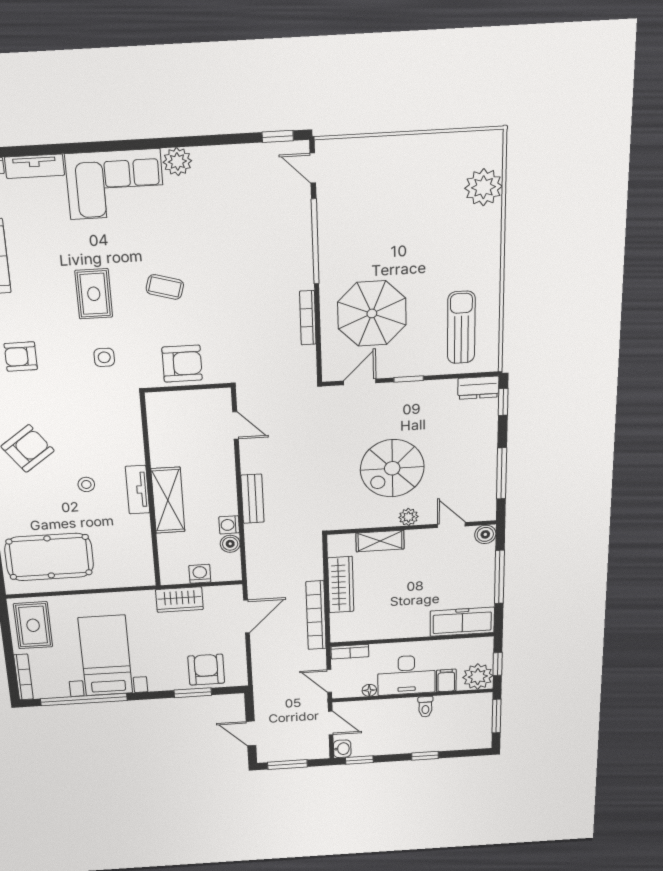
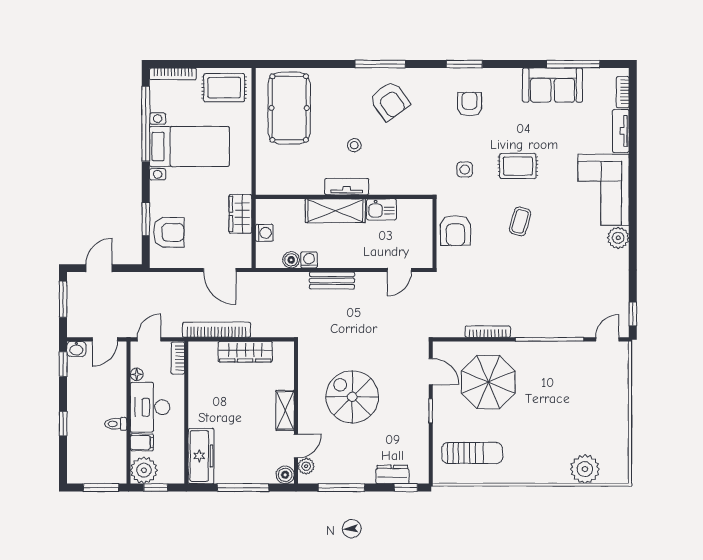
dresser: (478, 388) -> (392, 474), moved, turned 90
kitchen sink: (162, 450) -> (381, 209), added
plant: (408, 517) -> (306, 466), moved
shelving: (380, 541) -> (285, 410), moved

